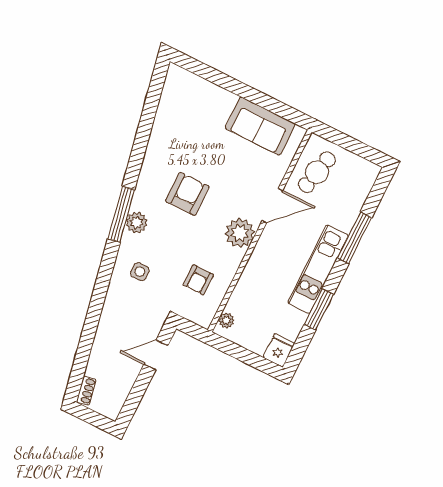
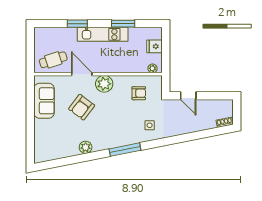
cafe table: (317, 172) -> (53, 60), turned -31
armchair: (187, 194) -> (82, 107), moved, turned -53
plant: (137, 223) -> (86, 147), moved
window: (355, 238) -> (77, 24), width x0.69
fridge: (279, 351) -> (155, 46), moved

